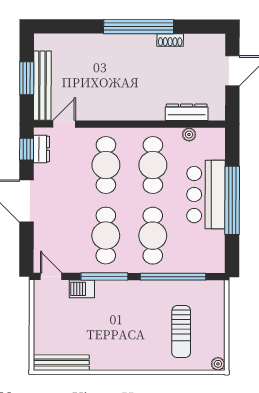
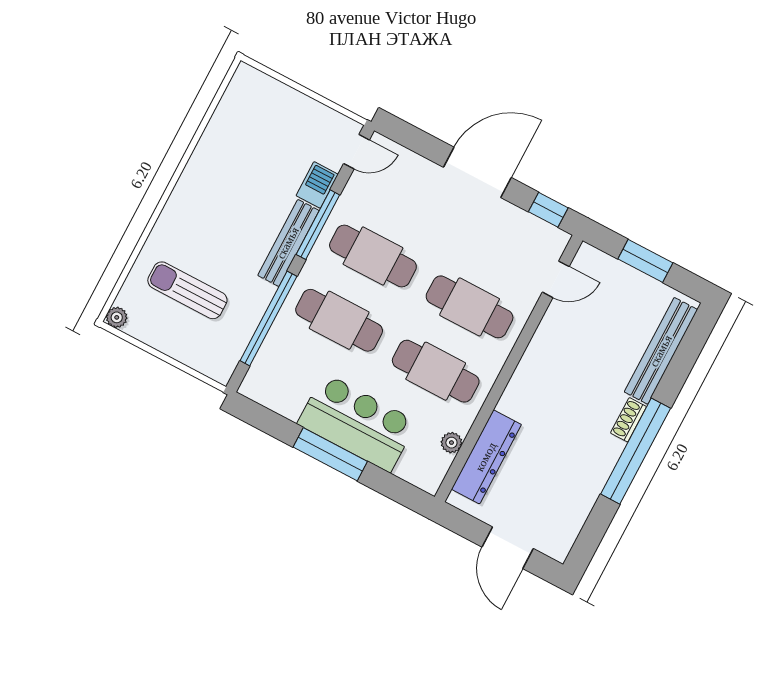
shoe rack: (170, 40) -> (629, 420), moved
bench: (42, 86) -> (661, 351), moved, turned 90
dresser: (187, 112) -> (486, 457), width x1.37, depth x1.24
door: (64, 124) -> (556, 279), hinge flipped
dresser: (42, 149) -> (538, 230), removed
window: (232, 200) -> (330, 454), width x0.68
bench: (61, 363) -> (288, 243), moved

